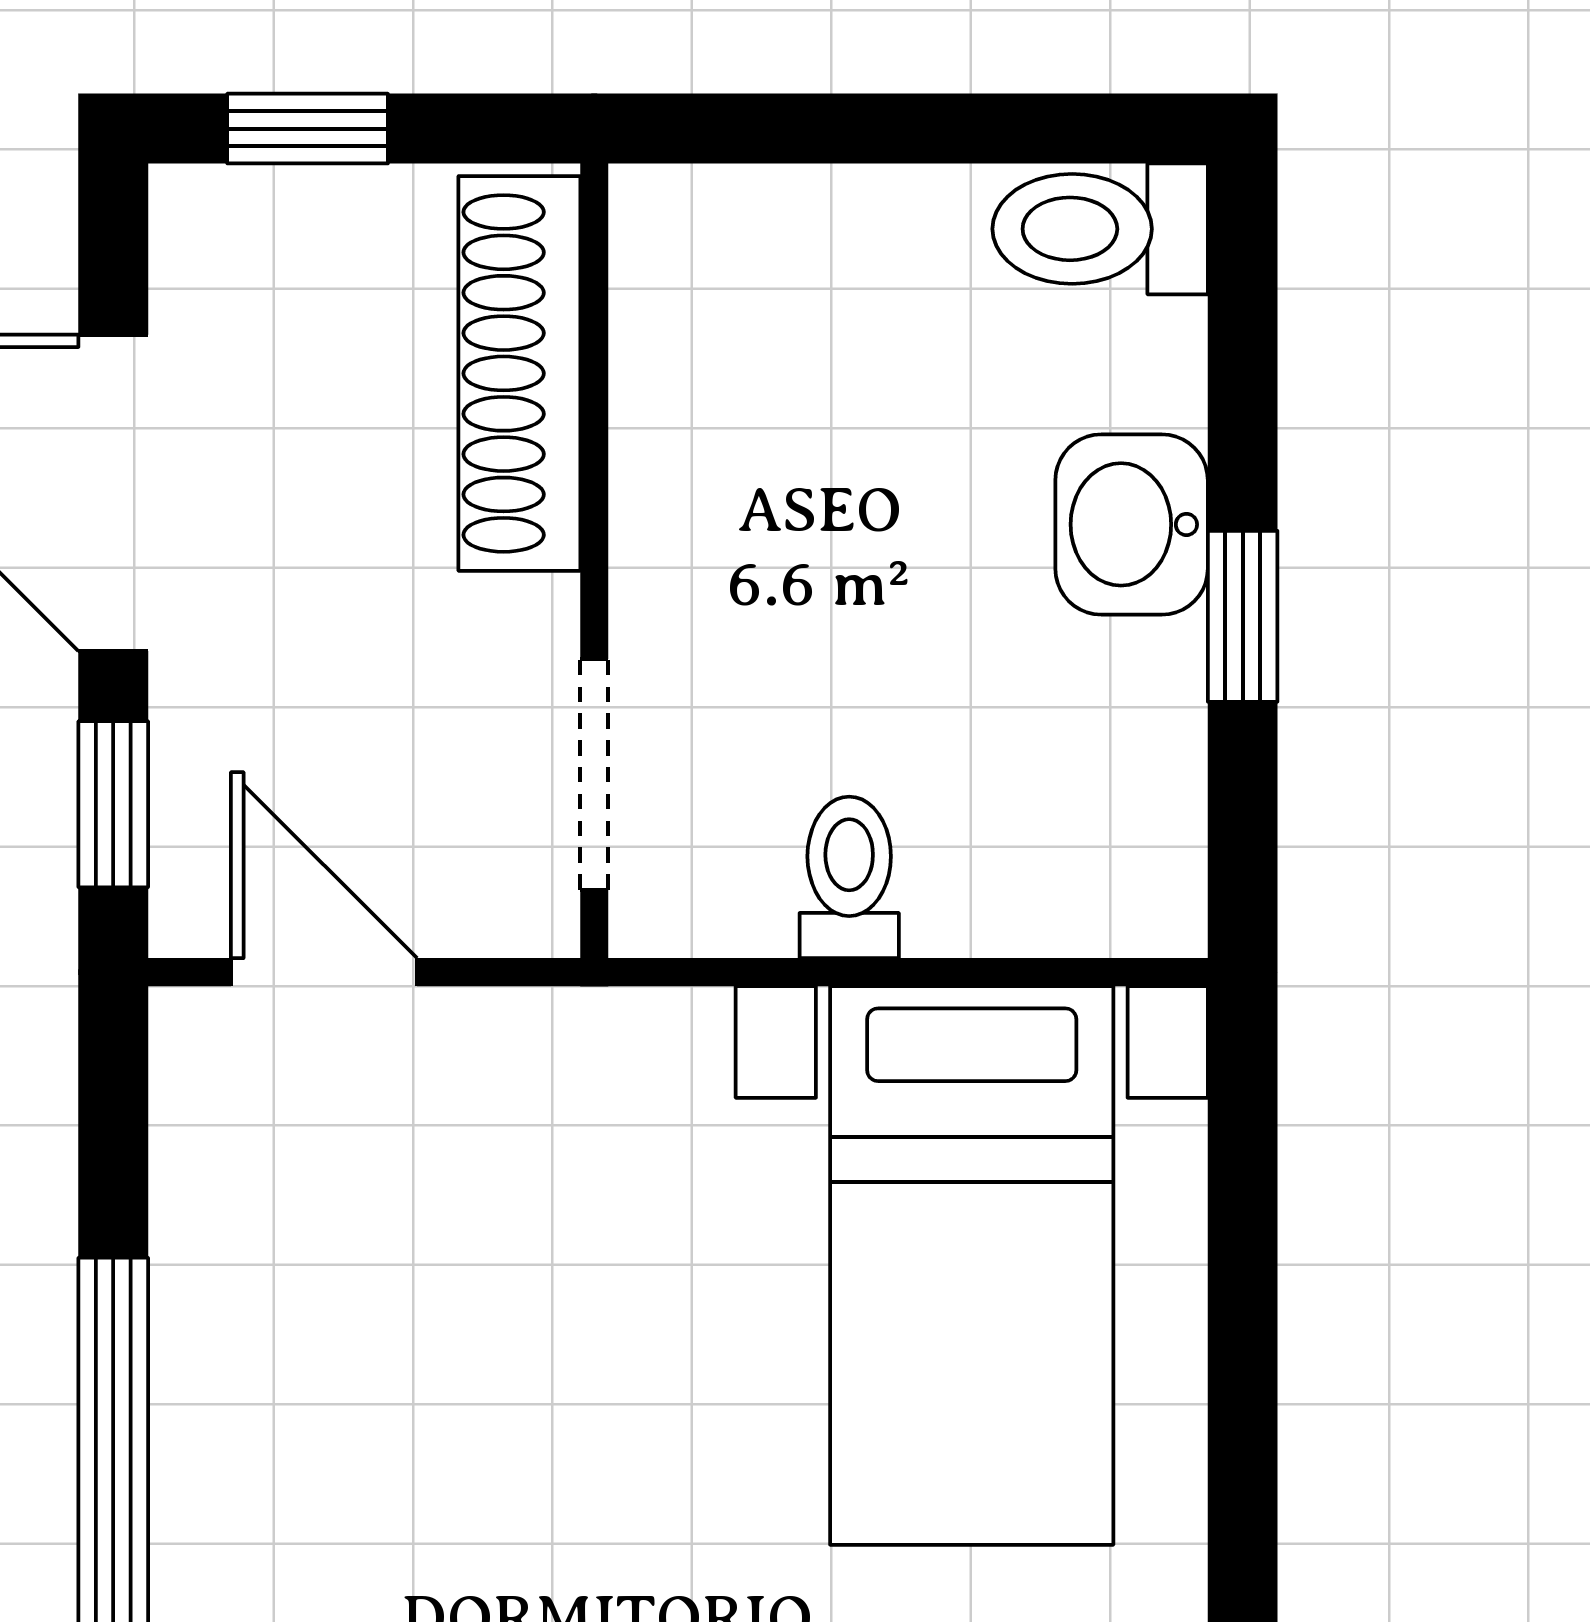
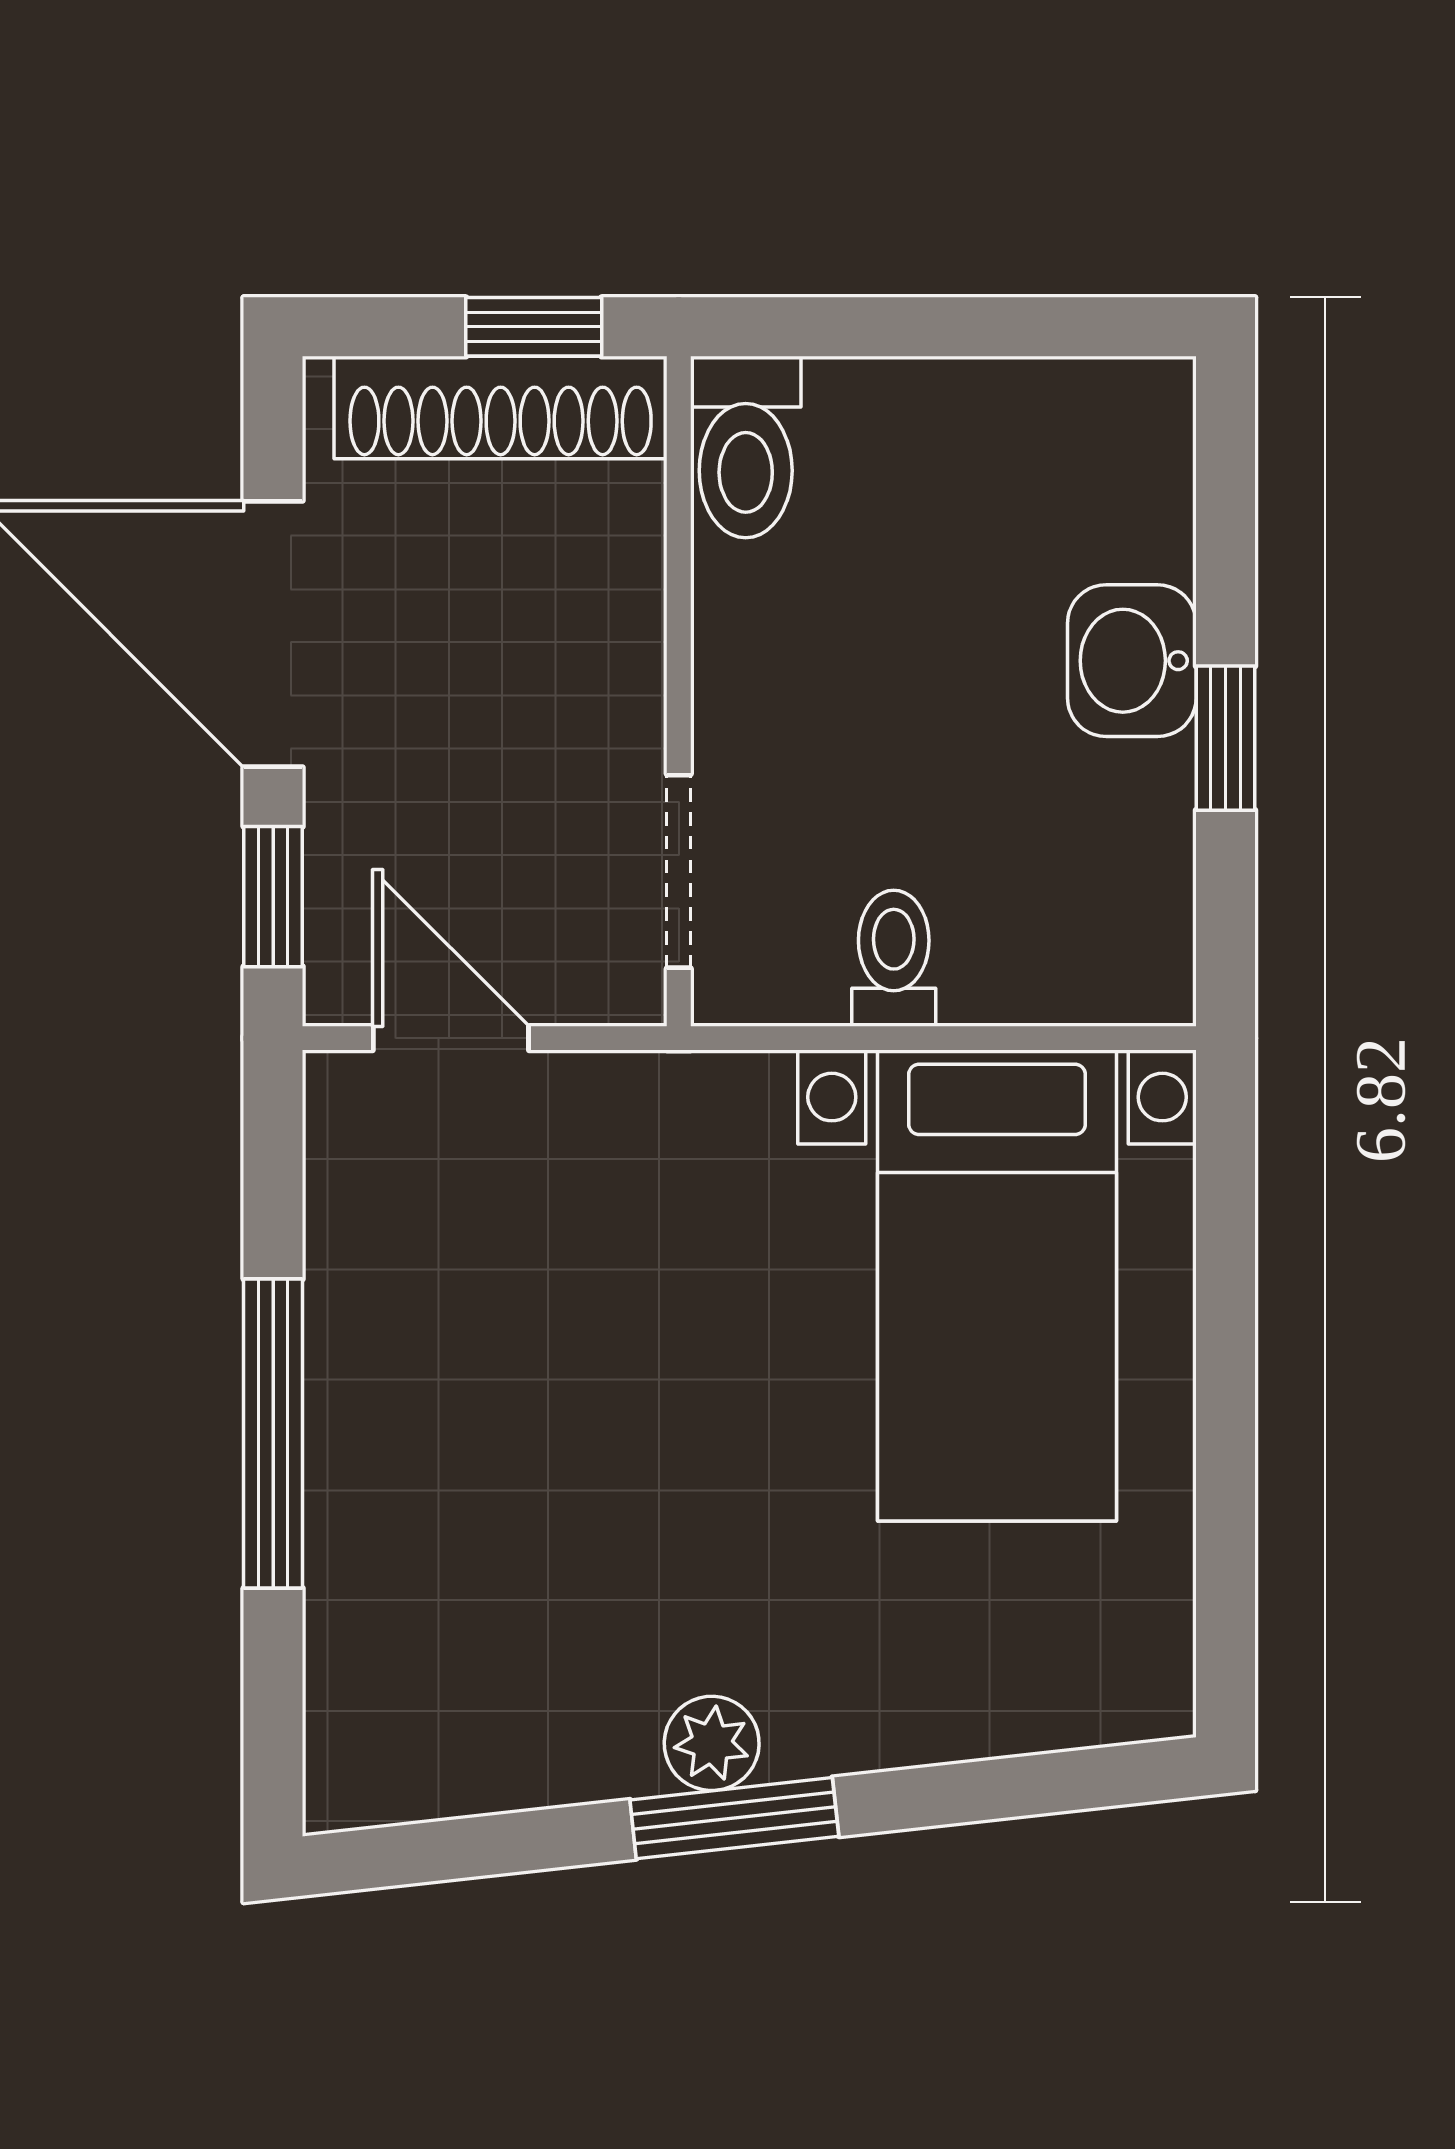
window: (308, 129) -> (534, 327), moved
toilet: (1100, 229) -> (746, 447), moved, turned -90
shoe rack: (519, 373) -> (501, 408), moved, turned -90

